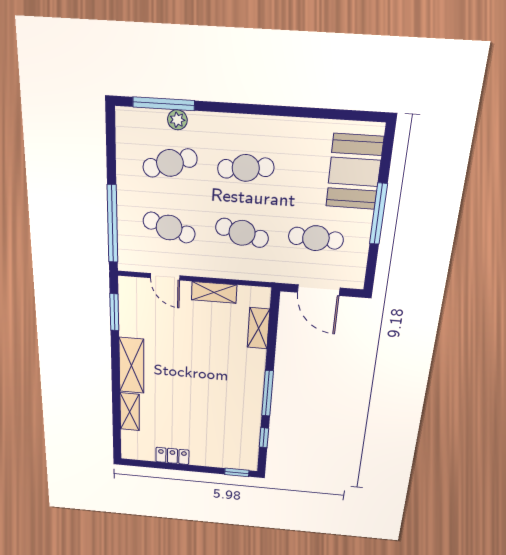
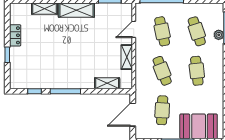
cafe table: (169, 228) -> (162, 31), turned -30
cafe table: (242, 233) -> (162, 71), turned -36
window: (237, 472) -> (7, 55), moved

